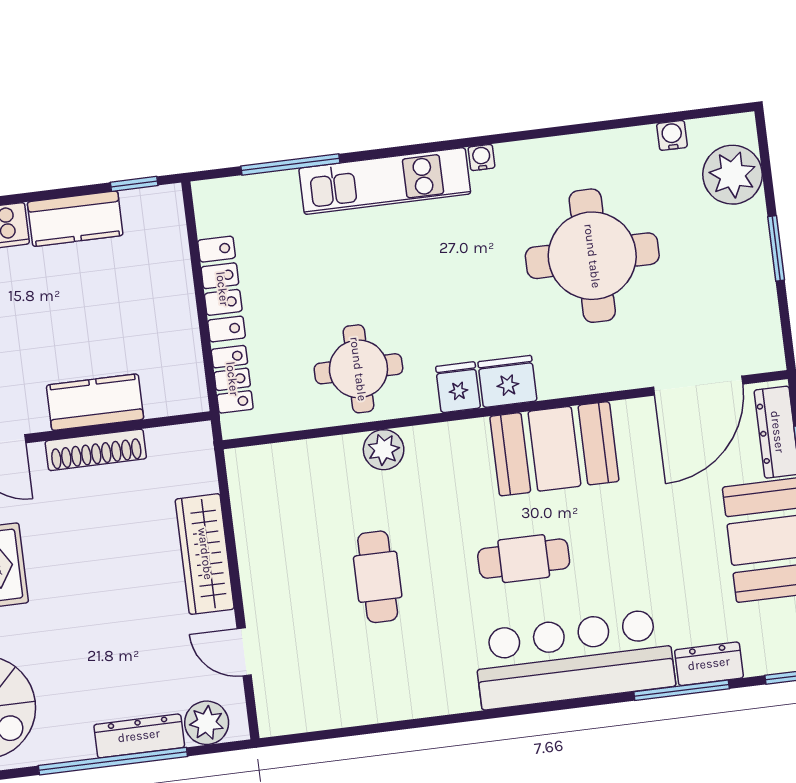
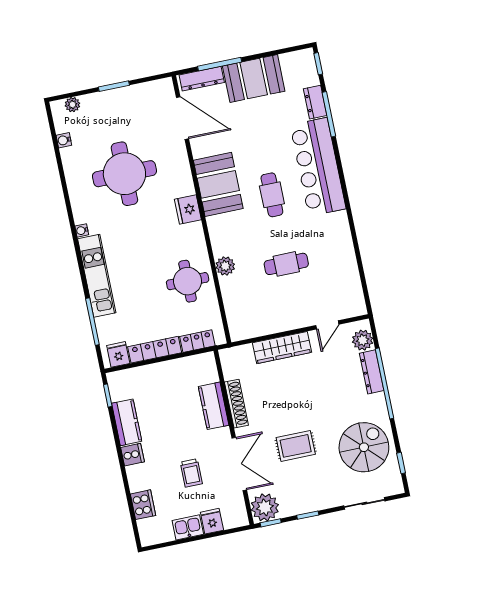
plant: (733, 175) -> (72, 105), width x0.53, depth x0.53
fridge: (458, 387) -> (118, 354), moved, turned 90

